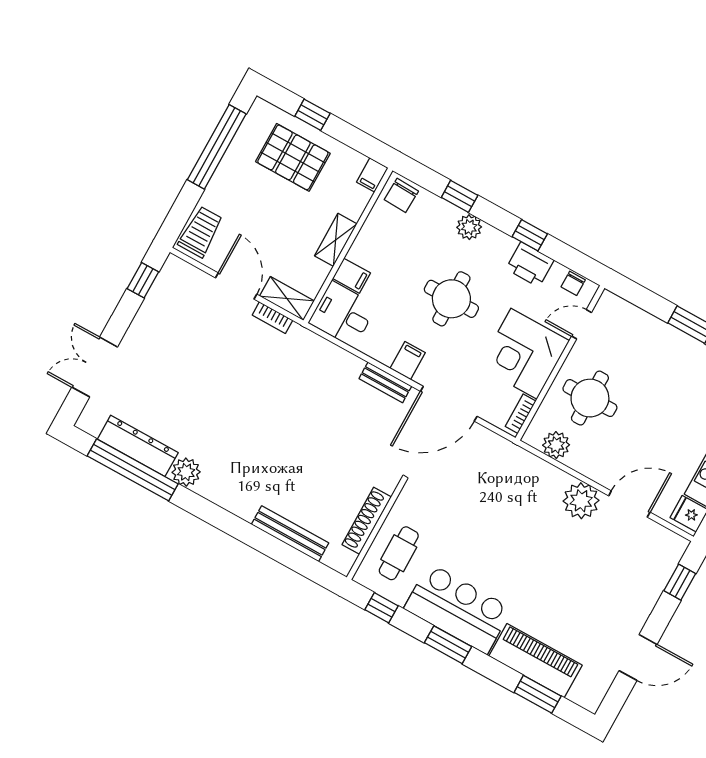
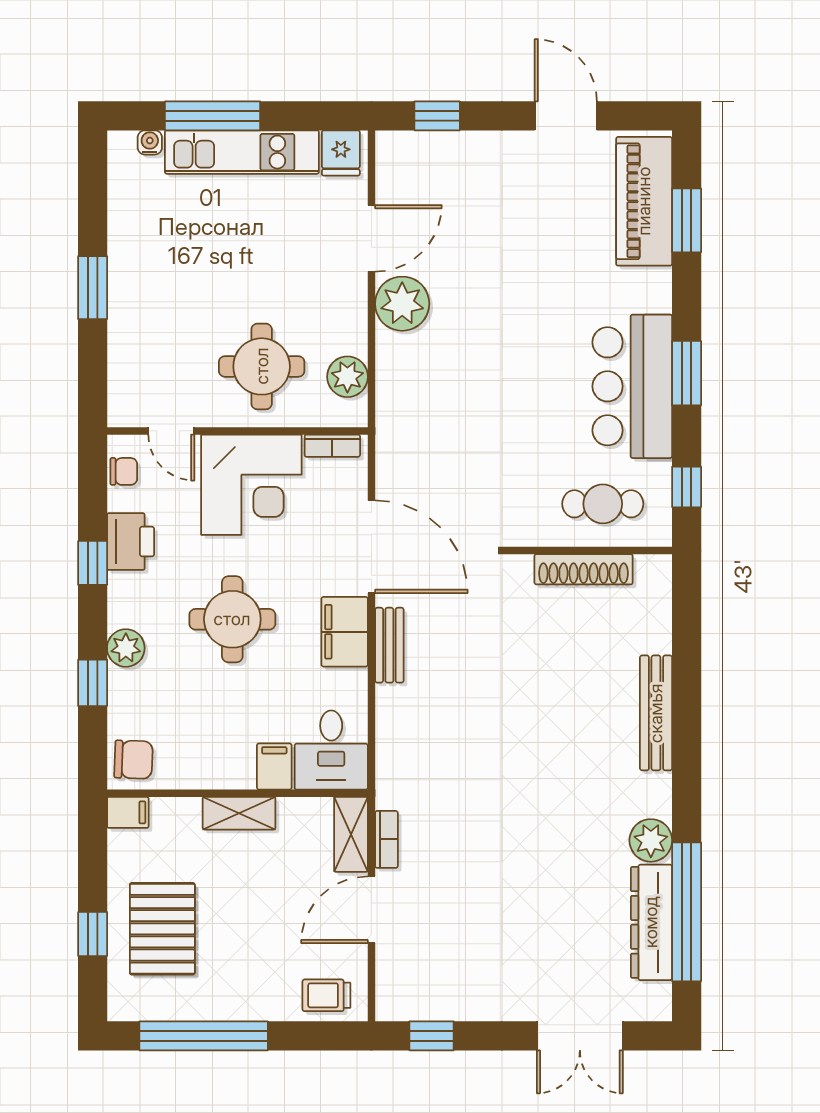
trolley: (201, 232) -> (326, 995), width x0.73, depth x0.72
filing cabinet: (408, 361) -> (345, 632), width x2.00
door: (629, 504) -> (371, 238), swing flipped
bench: (290, 534) -> (656, 713), moved
piano: (536, 661) -> (644, 201), moved

